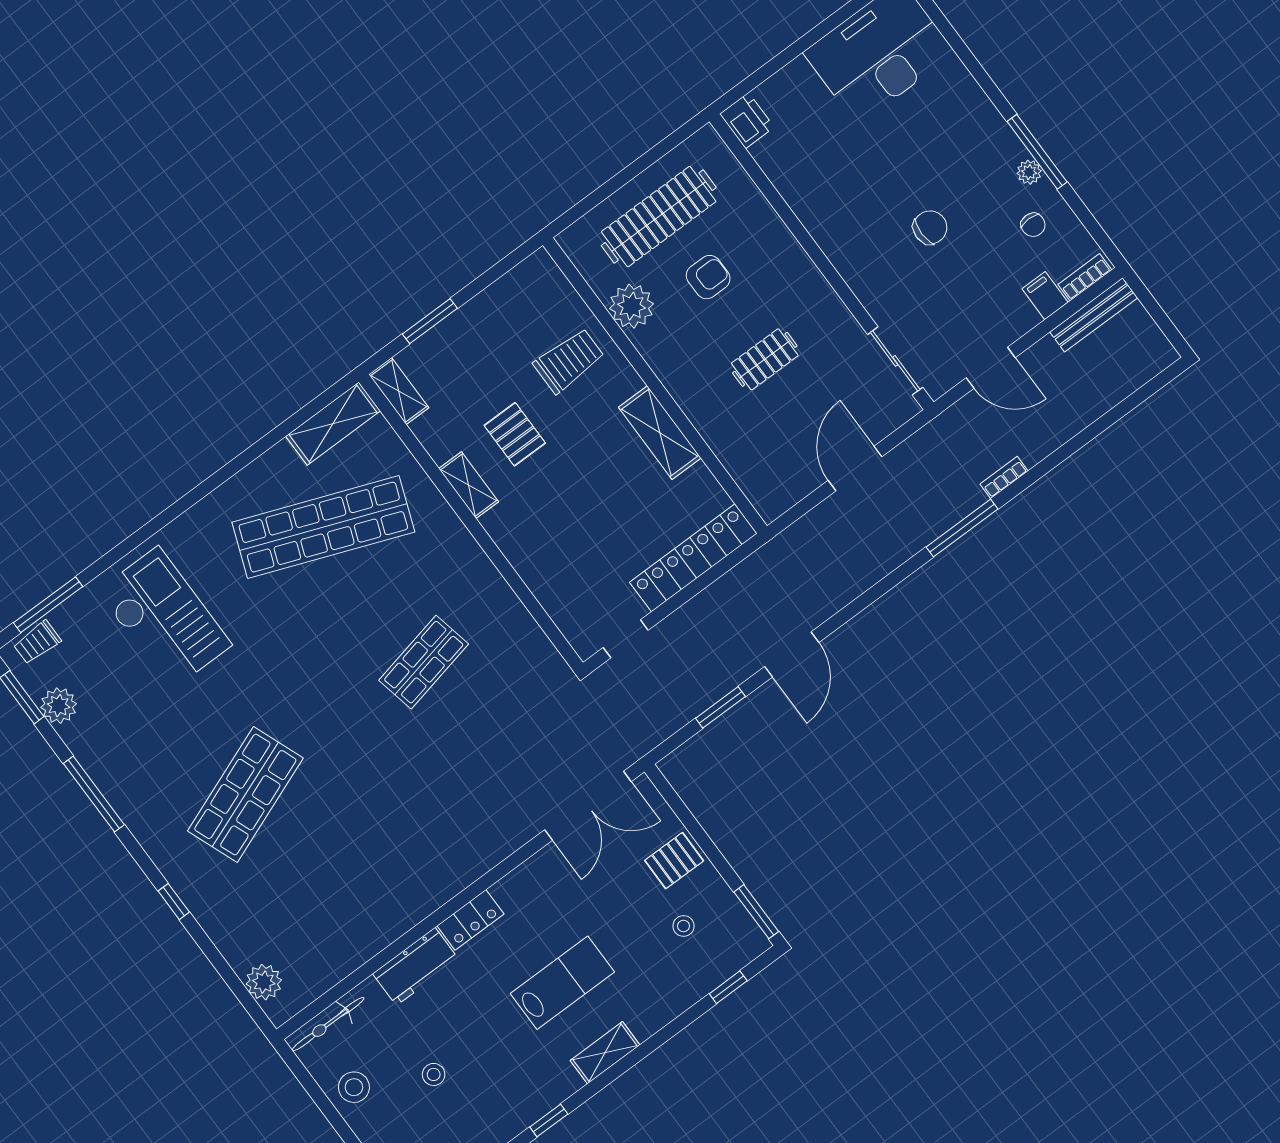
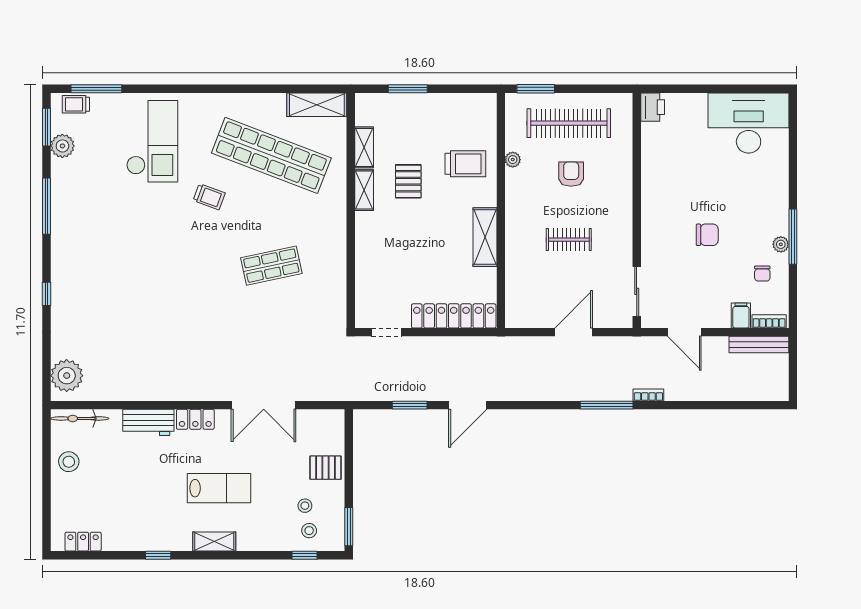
window: (587, 205) -> (536, 89), added
armchair: (708, 277) -> (571, 174), turned -90
plant: (632, 306) -> (513, 160), width x0.53, depth x0.53
shelving: (399, 391) -> (364, 147), moved
trolley: (285, 634) -> (209, 197), added
shop shelf: (245, 795) -> (126, 266), removed
double door: (588, 806) -> (264, 405), moved
plant: (264, 982) -> (67, 376), width x1.36, depth x1.36
stool: (434, 1074) -> (309, 531), moved

